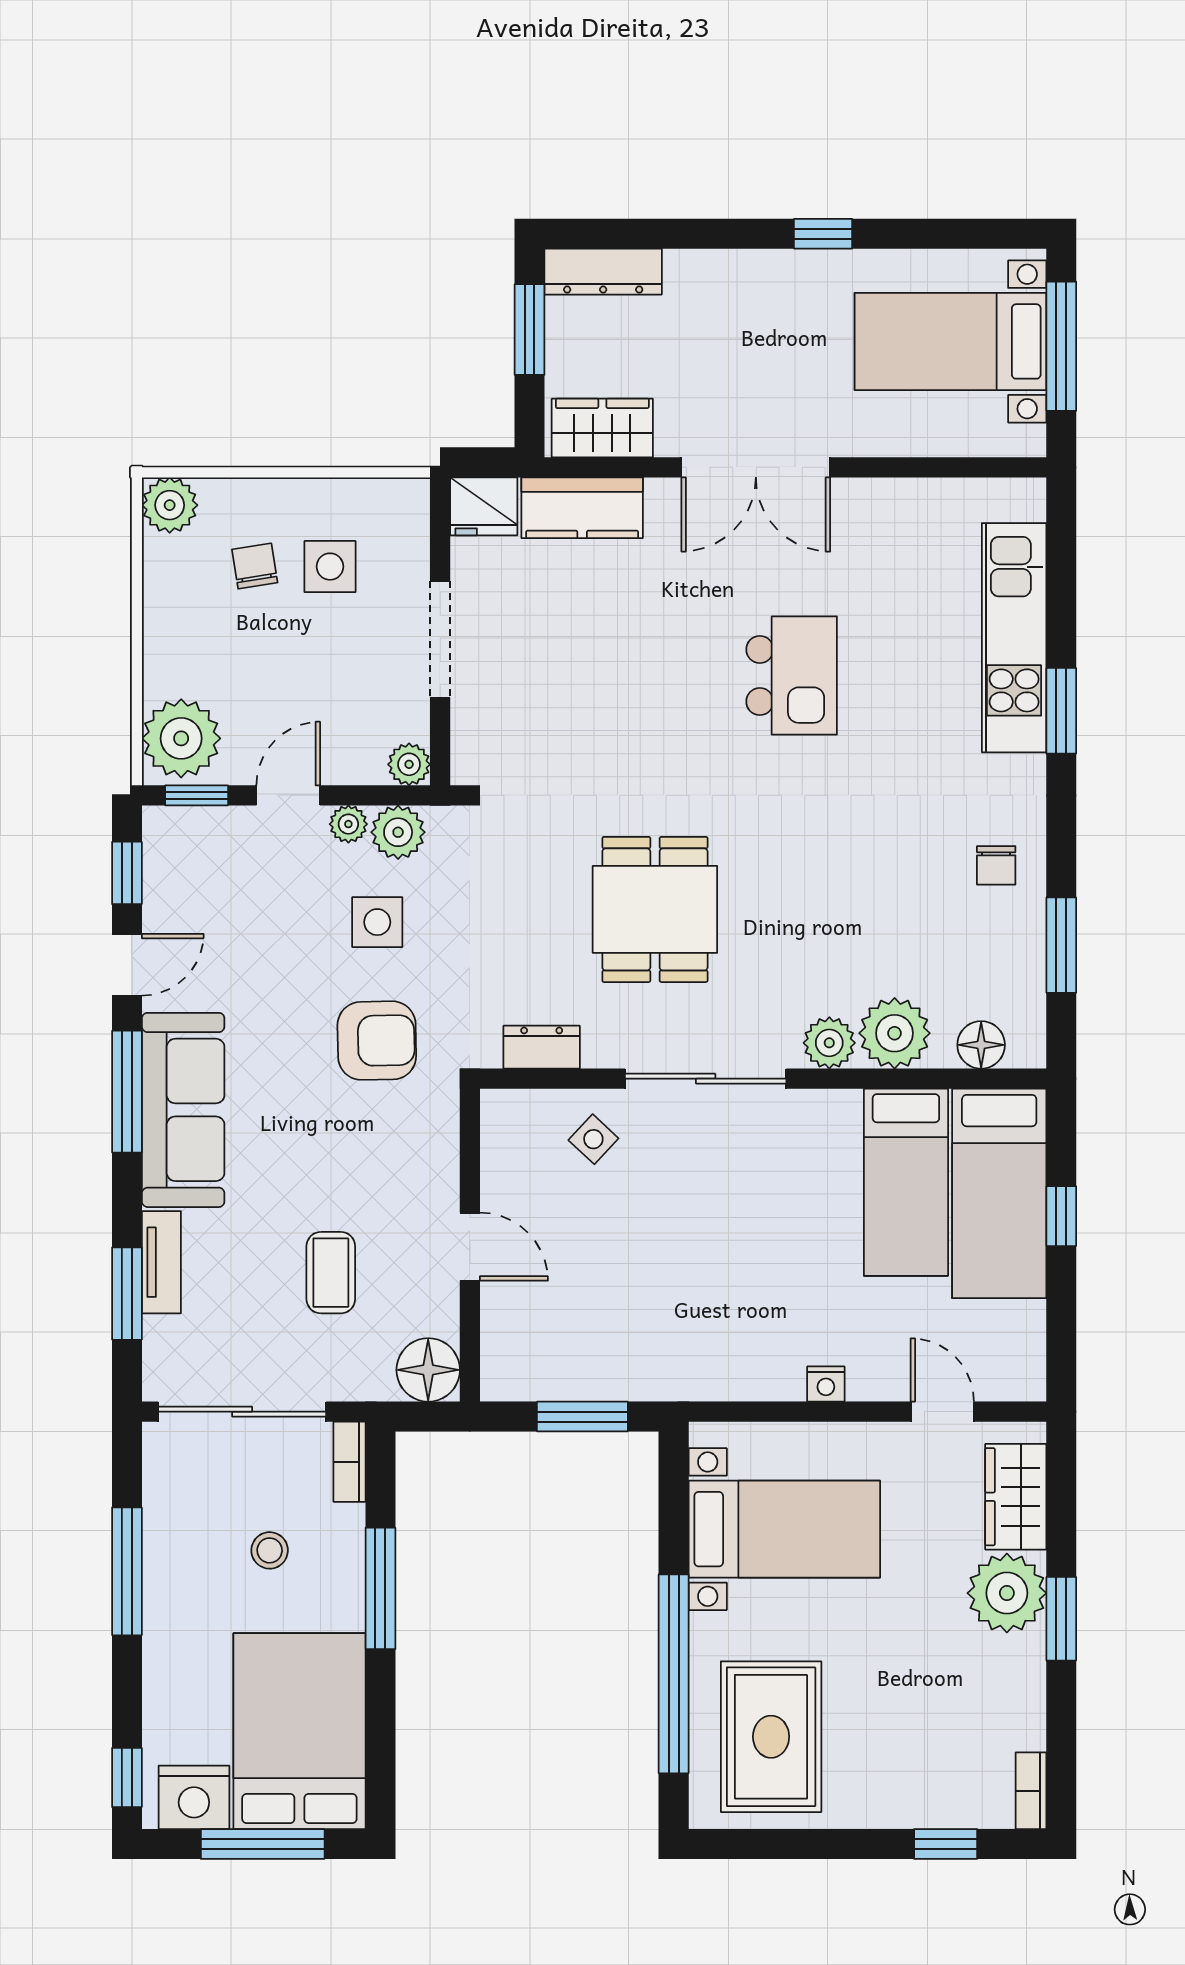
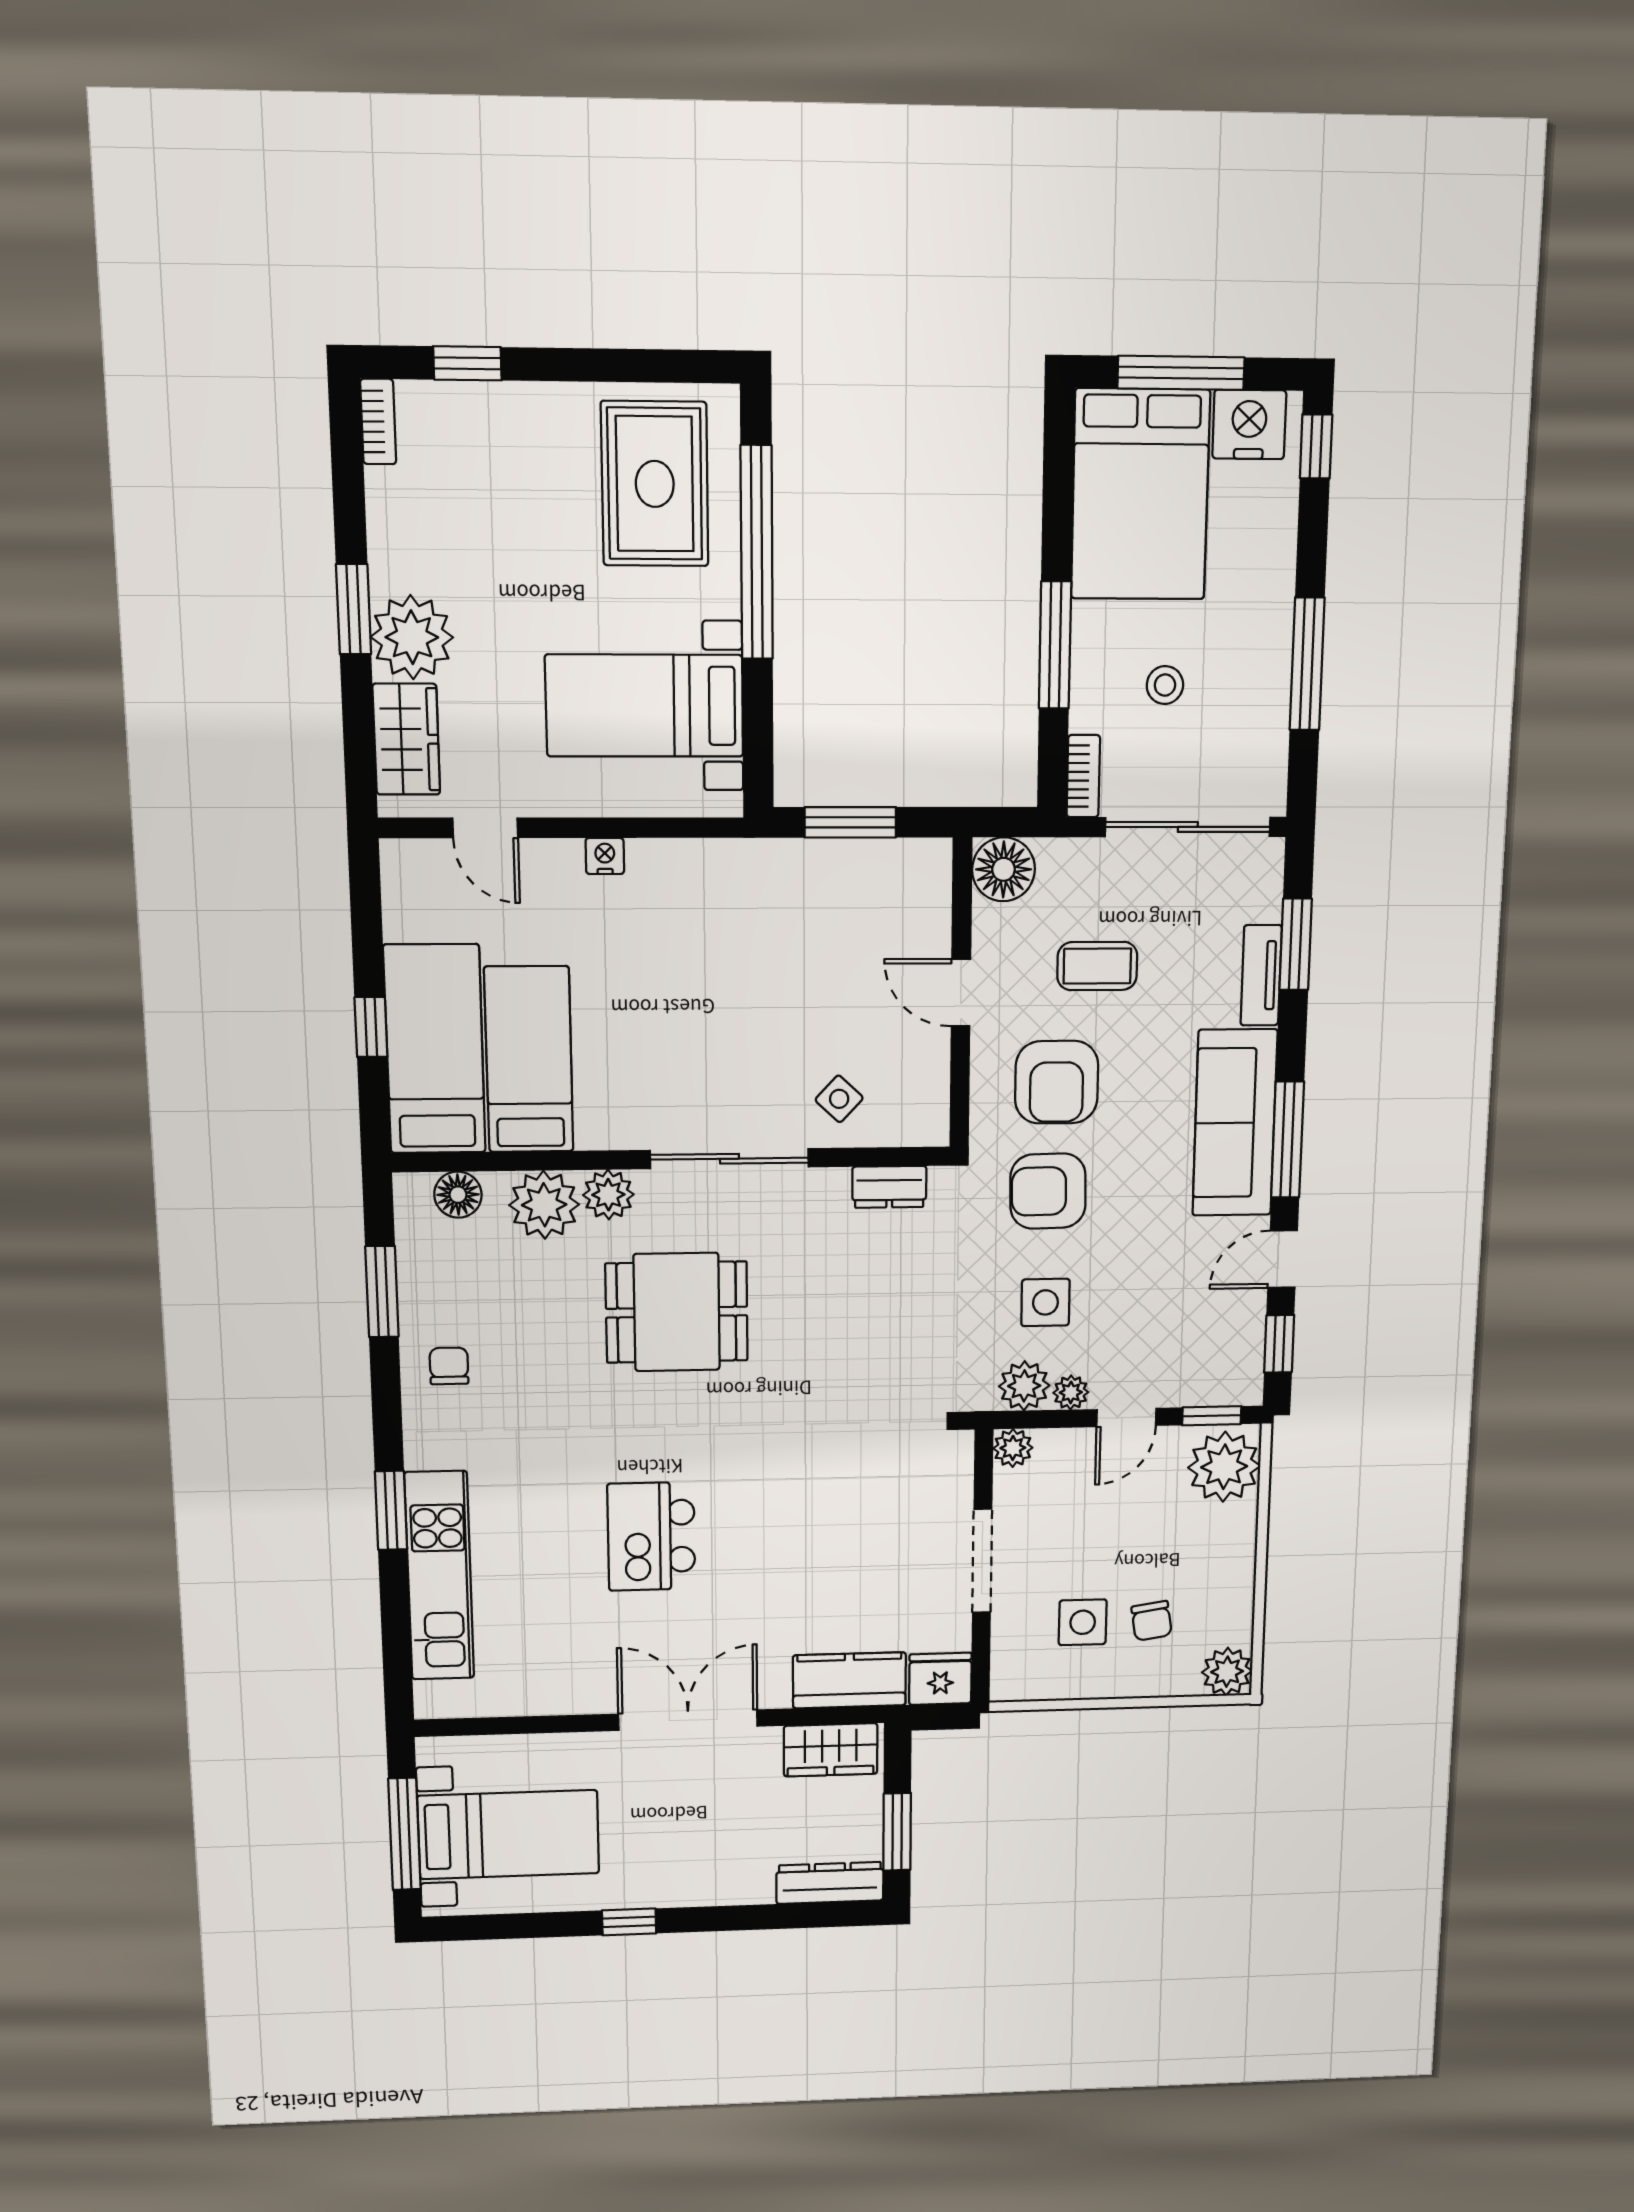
dining table: (655, 909) -> (677, 1312), moved, turned 90
armchair: (370, 1154) -> (1057, 1082), added
coffee table: (331, 1273) -> (1097, 966), turned 90

